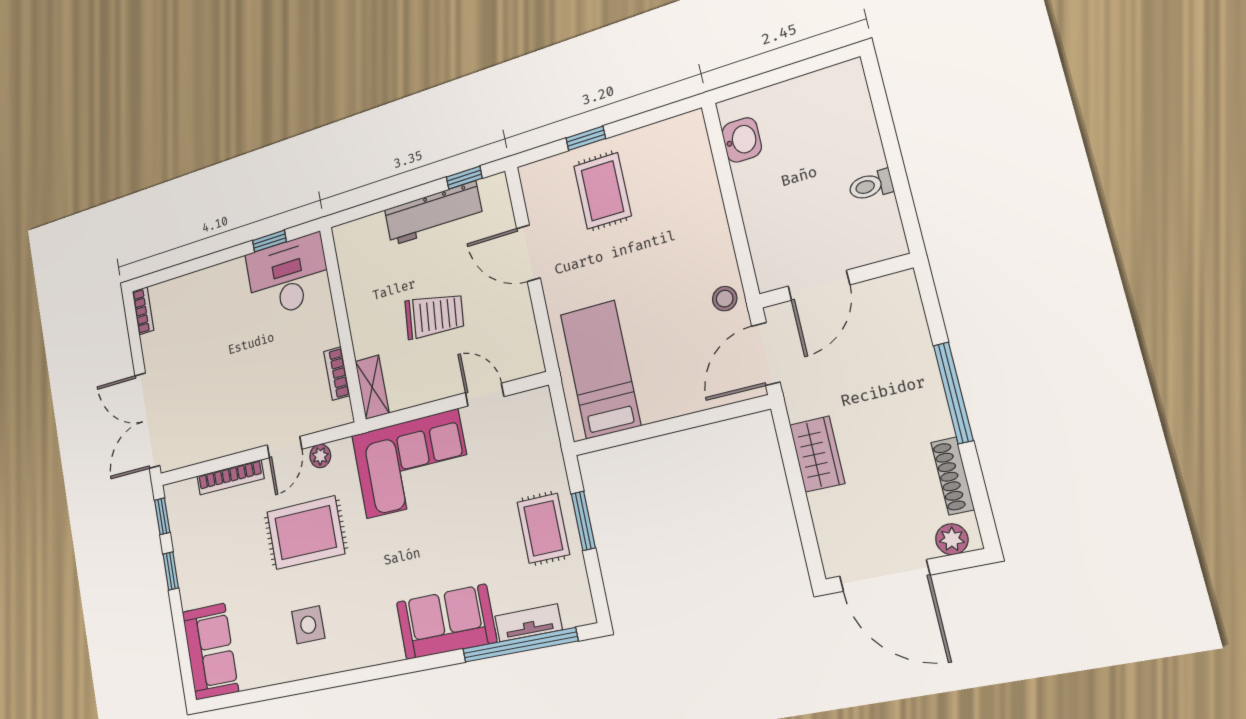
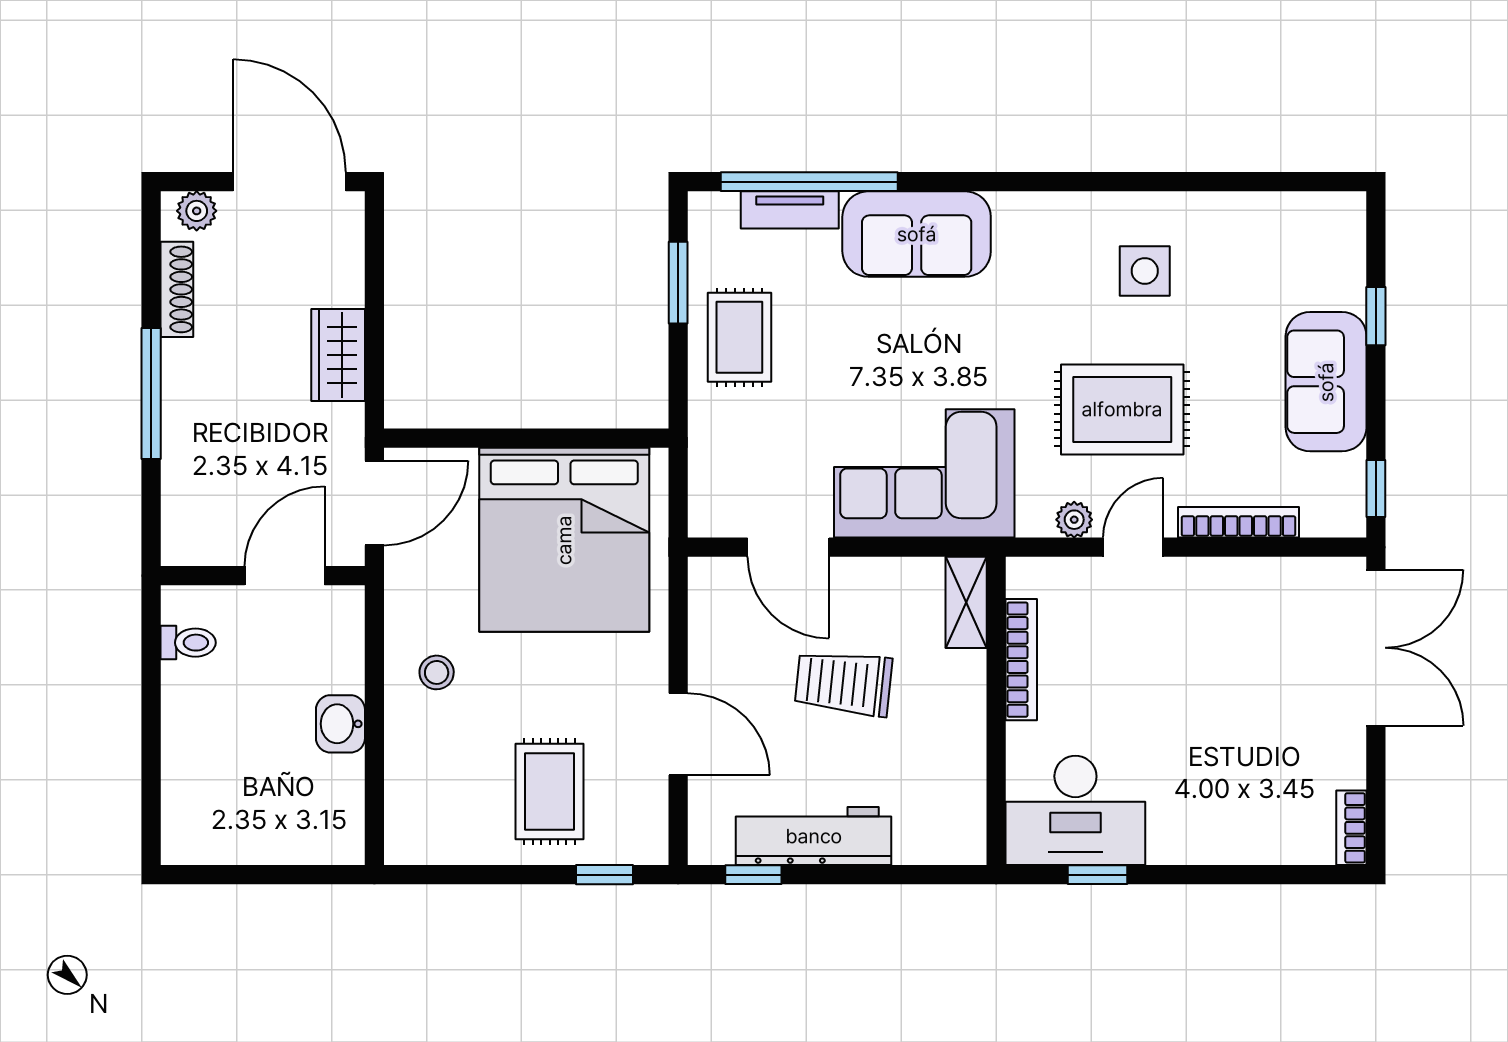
window: (586, 138) -> (605, 875), moved
washbasin: (742, 140) -> (340, 724), moved
toilet: (871, 185) -> (188, 643), moved
stool: (725, 299) -> (437, 672), moved
bed: (600, 370) -> (564, 540), width x2.04
bookcase: (337, 374) -> (1021, 660), width x1.56
door: (485, 395) -> (788, 547), width x1.38
window: (583, 521) -> (678, 283), moved
window: (171, 571) -> (1376, 316), moved
sofa: (210, 652) -> (1326, 382), moved

